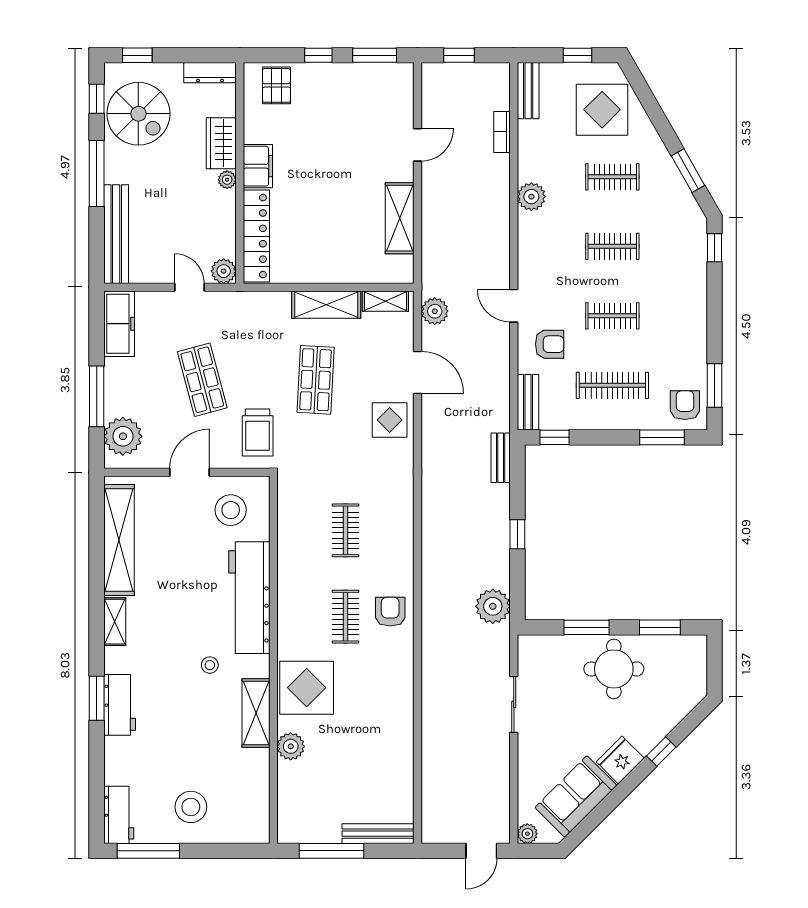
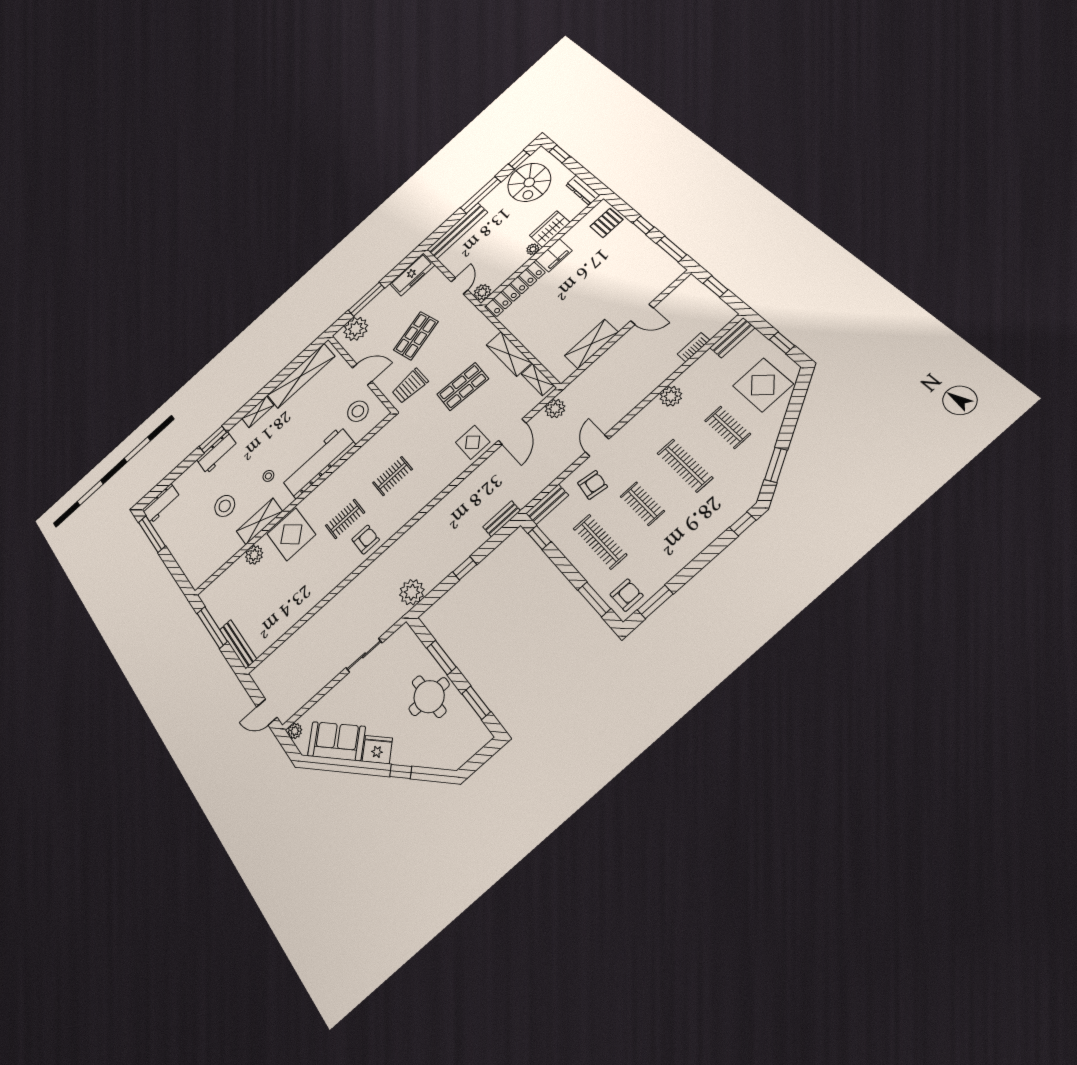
clothes rail: (612, 246) -> (685, 466), width x1.36
armchair: (550, 344) -> (592, 485), turned -82
stool: (191, 807) -> (225, 506), moved

